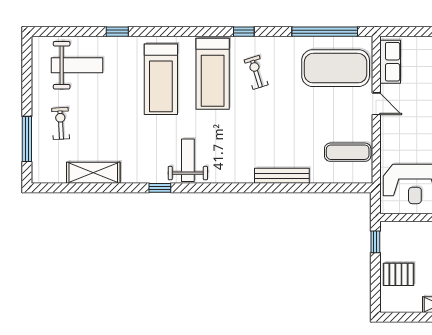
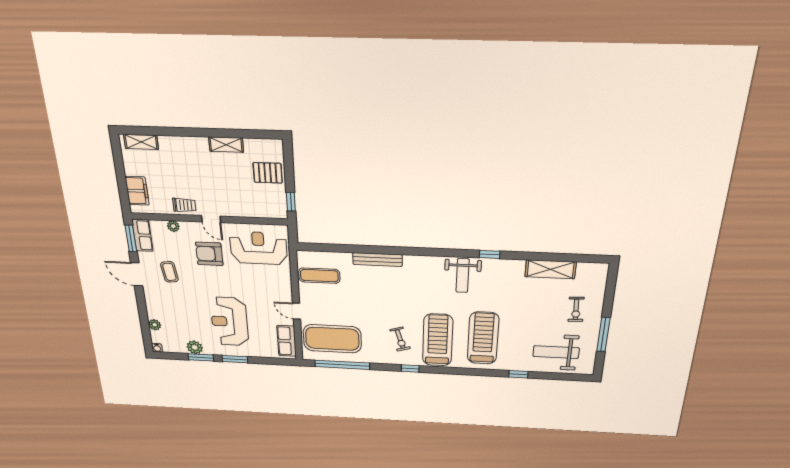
window: (27, 139) -> (603, 334), moved

